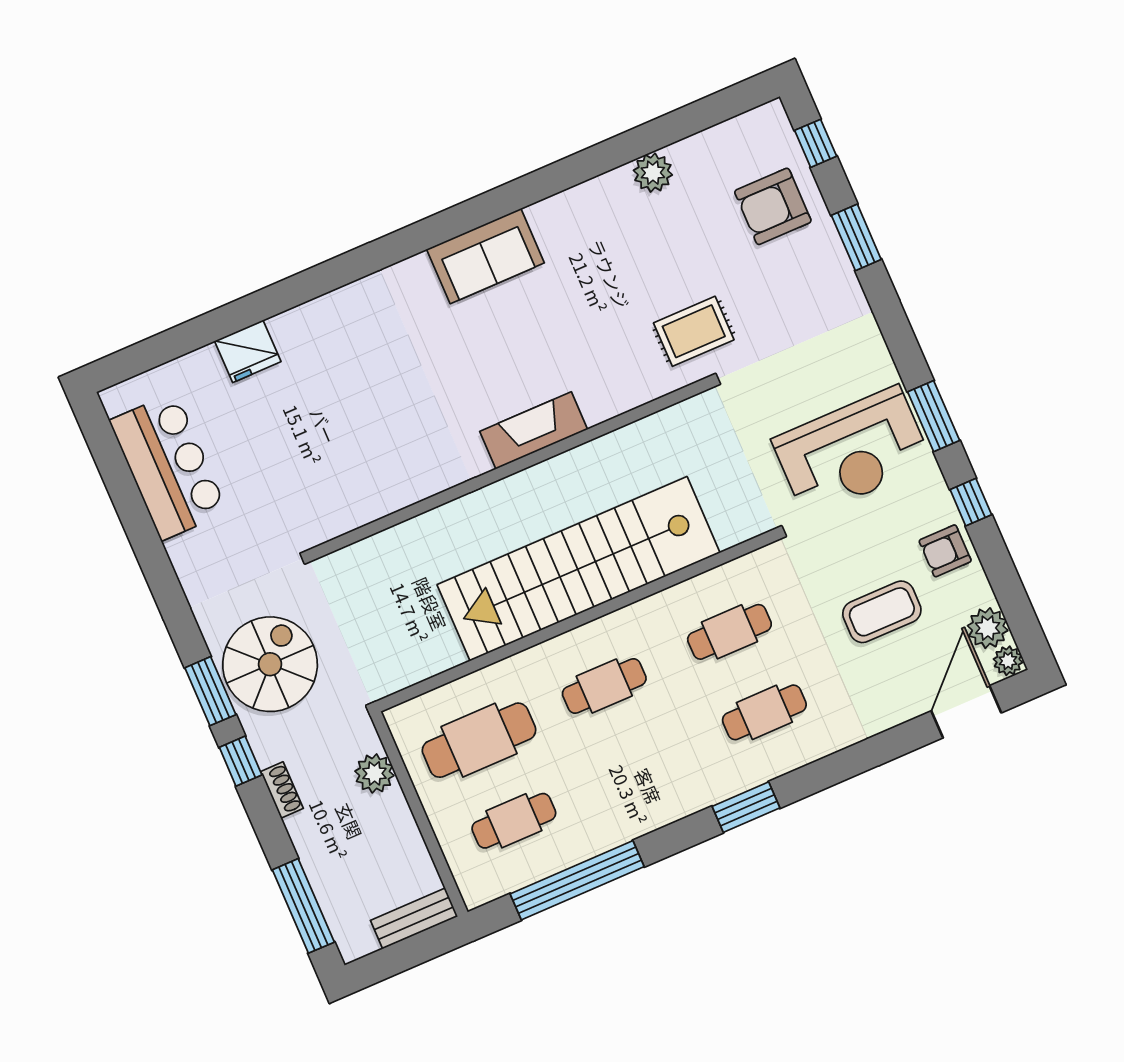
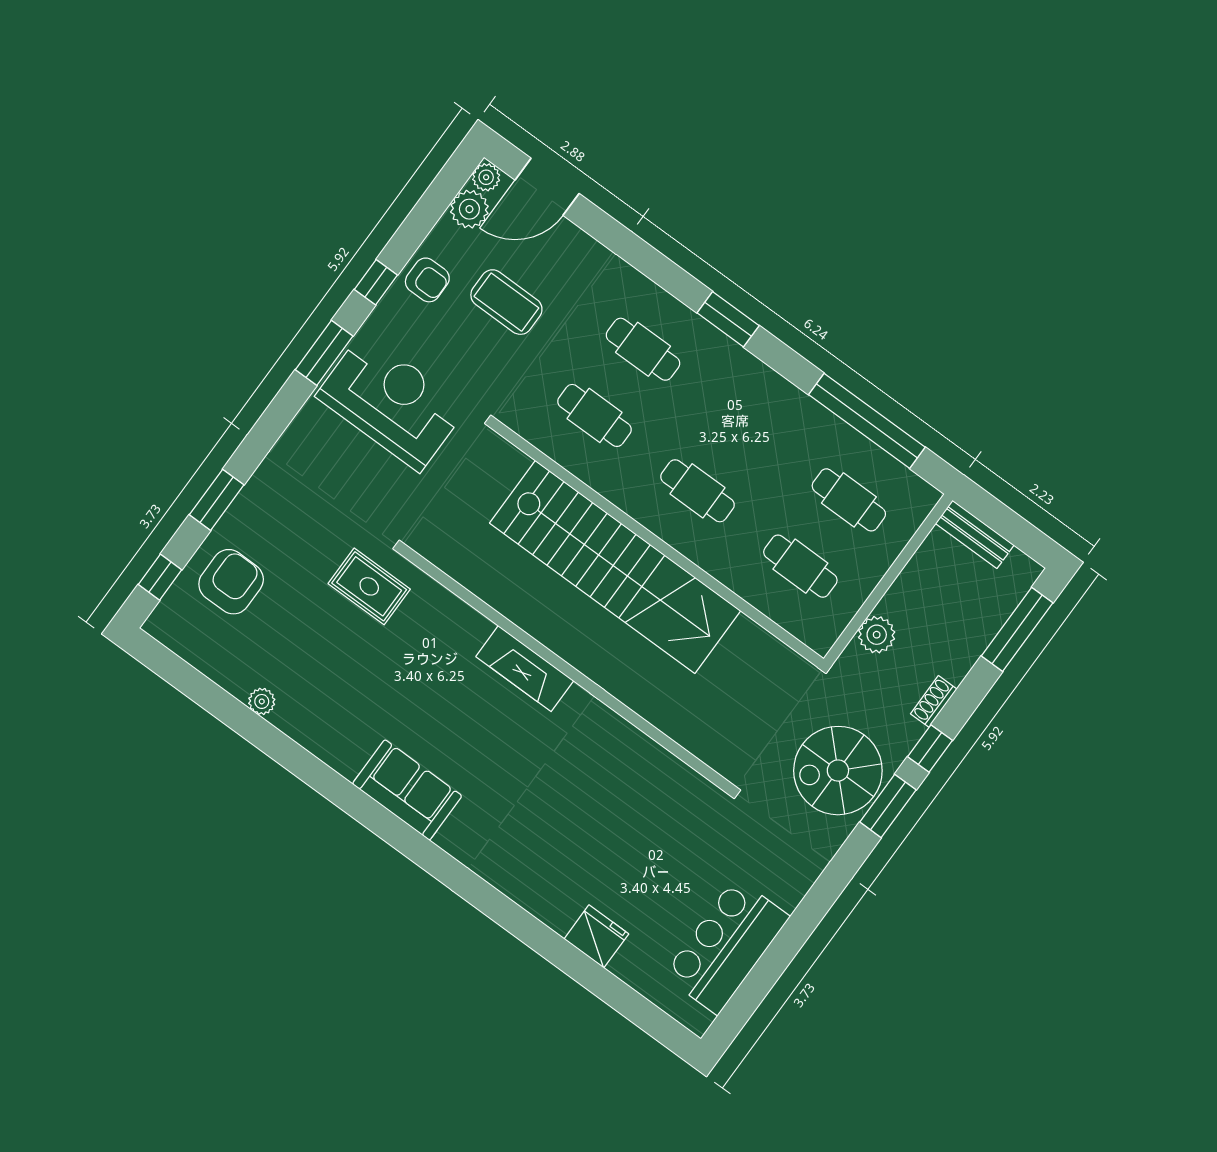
plant: (653, 173) -> (262, 701), width x0.73, depth x0.73
armchair: (773, 206) -> (231, 582), turned -90
cafe table: (479, 740) -> (800, 566), width x0.73, depth x0.74

